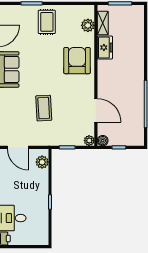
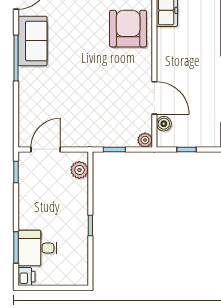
coffee table: (44, 108) -> (82, 95), removed
boiler: (103, 141) -> (164, 124), moved
door: (18, 147) -> (46, 149), swing flipped

